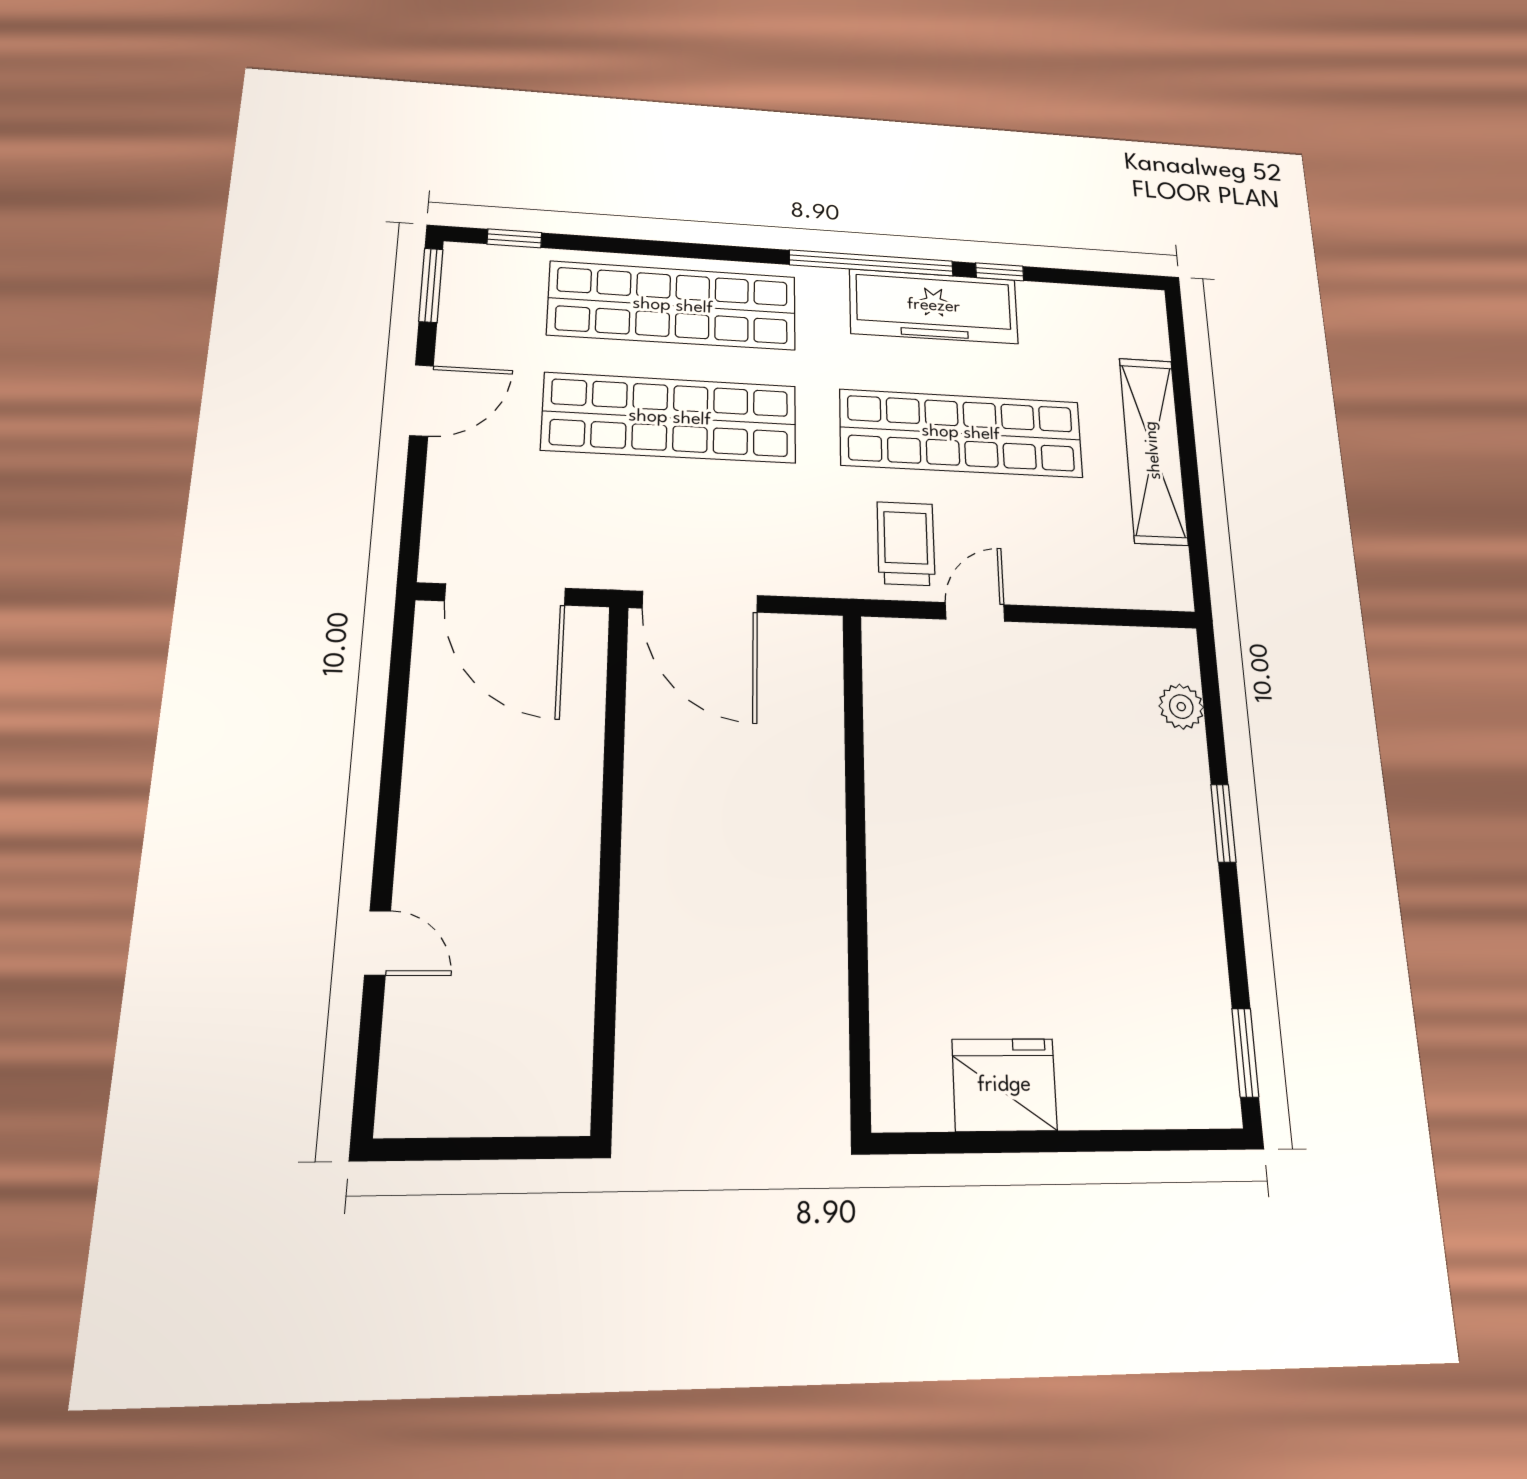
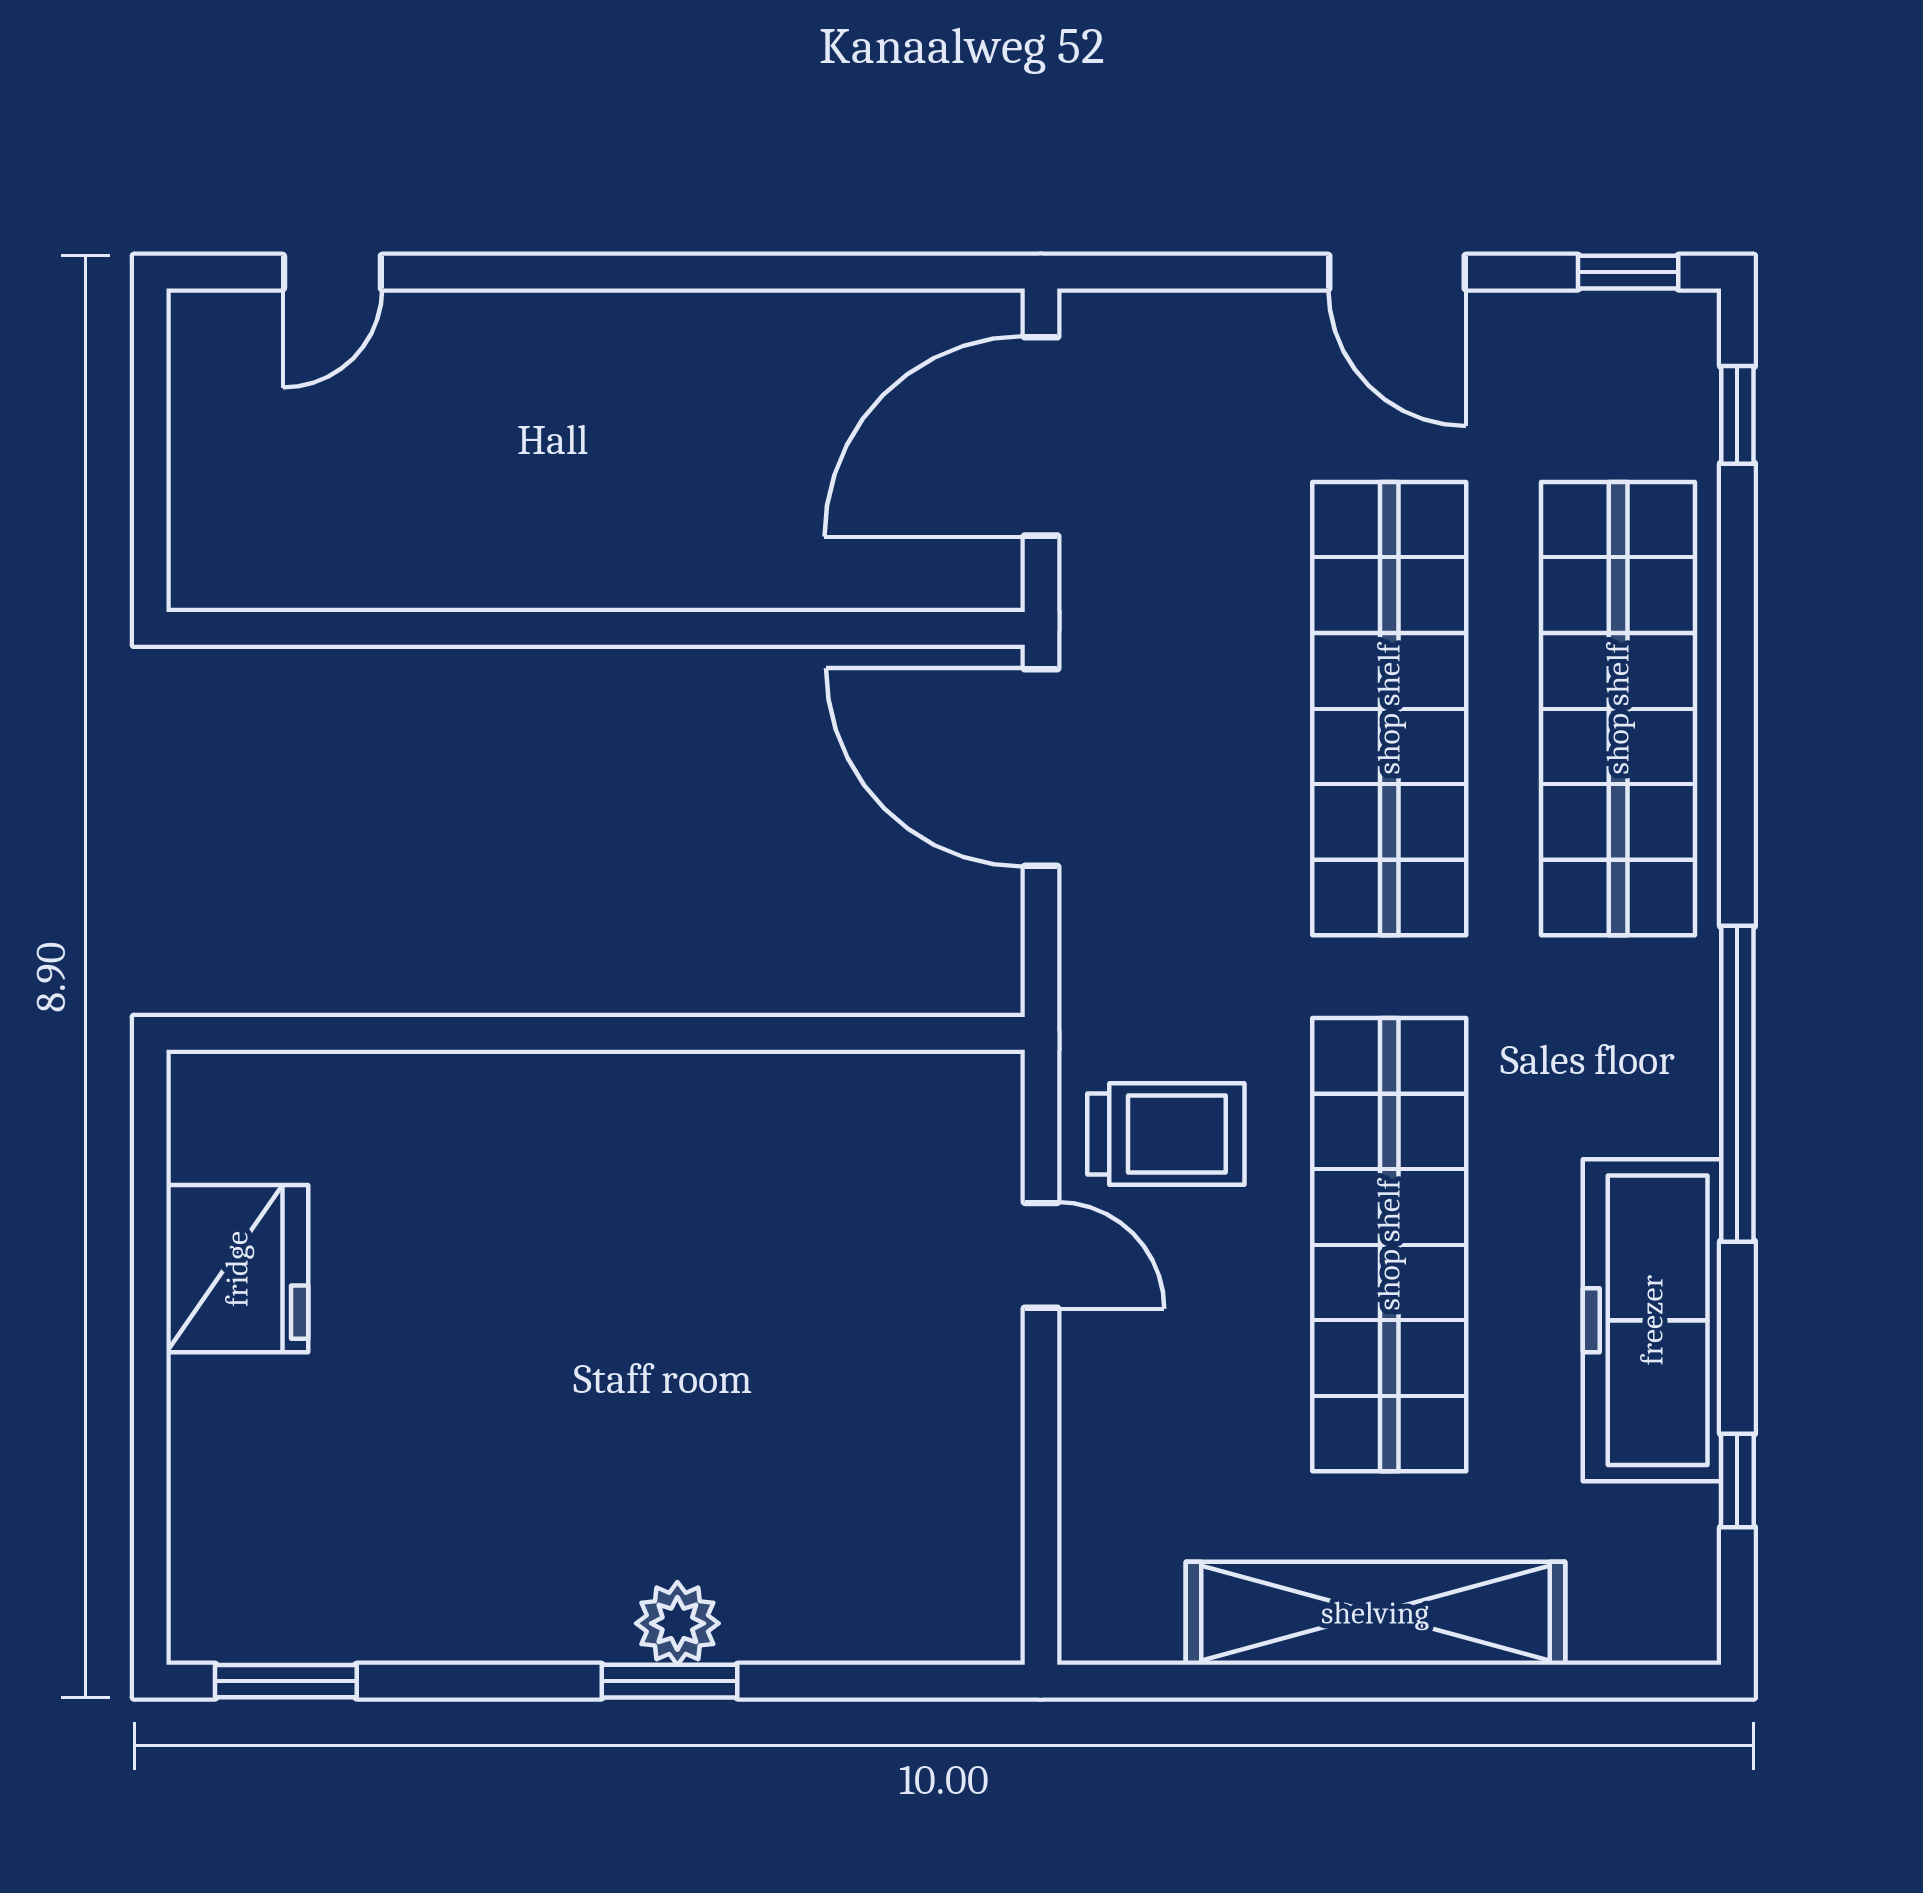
window: (1000, 272) -> (1737, 1480), moved
window: (431, 285) -> (1628, 272), width x0.67
freezer: (934, 306) -> (1652, 1320), moved
door: (700, 602) -> (1041, 768), hinge flipped
plant: (1181, 707) -> (677, 1623), moved
door: (378, 943) -> (332, 272), moved

